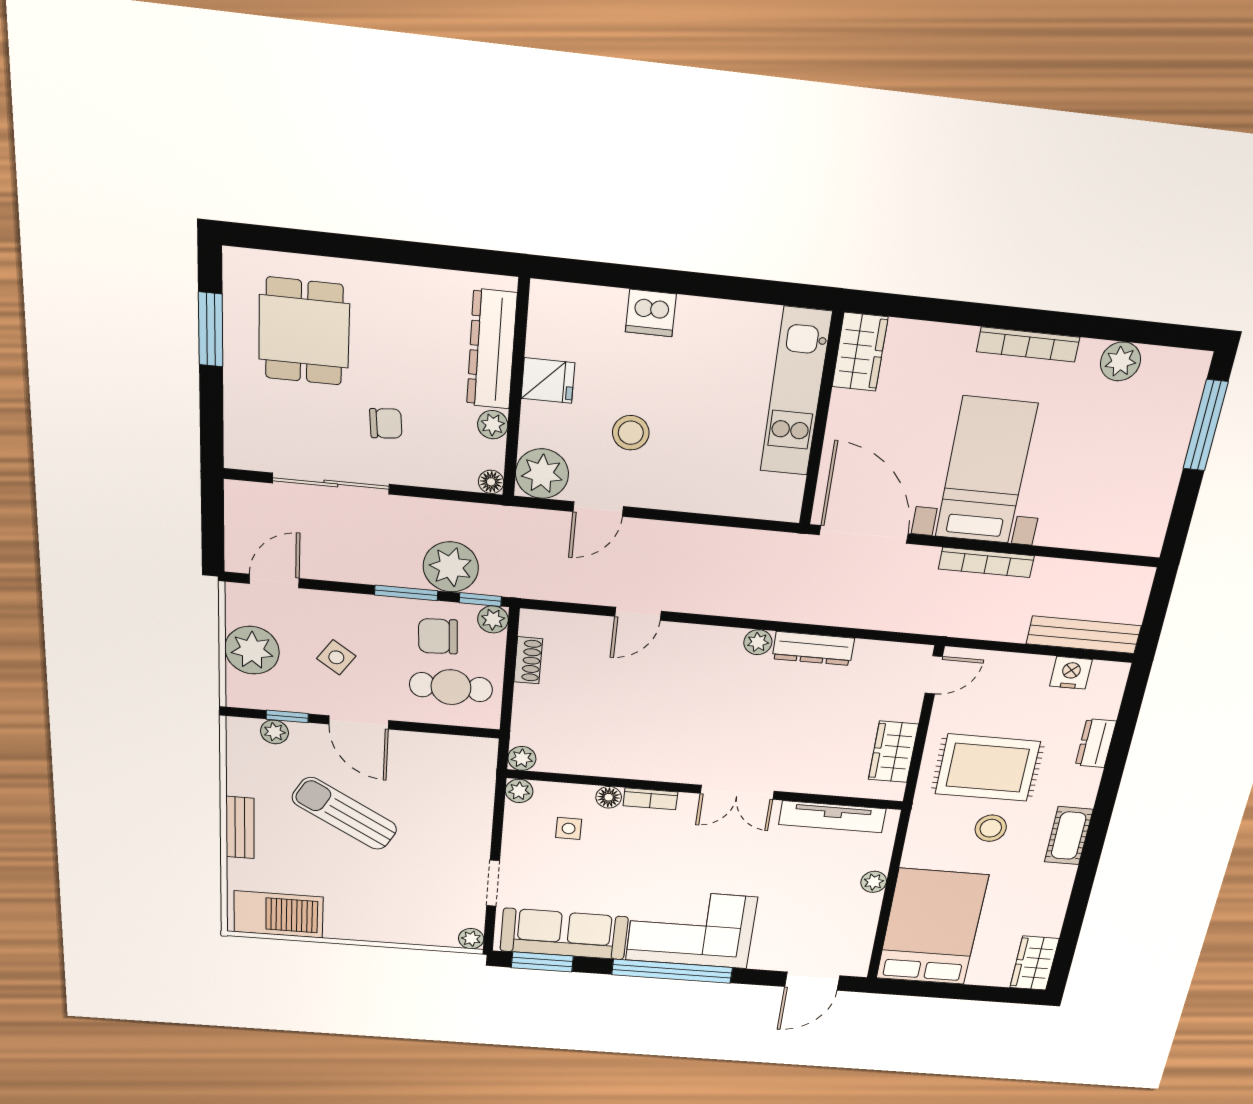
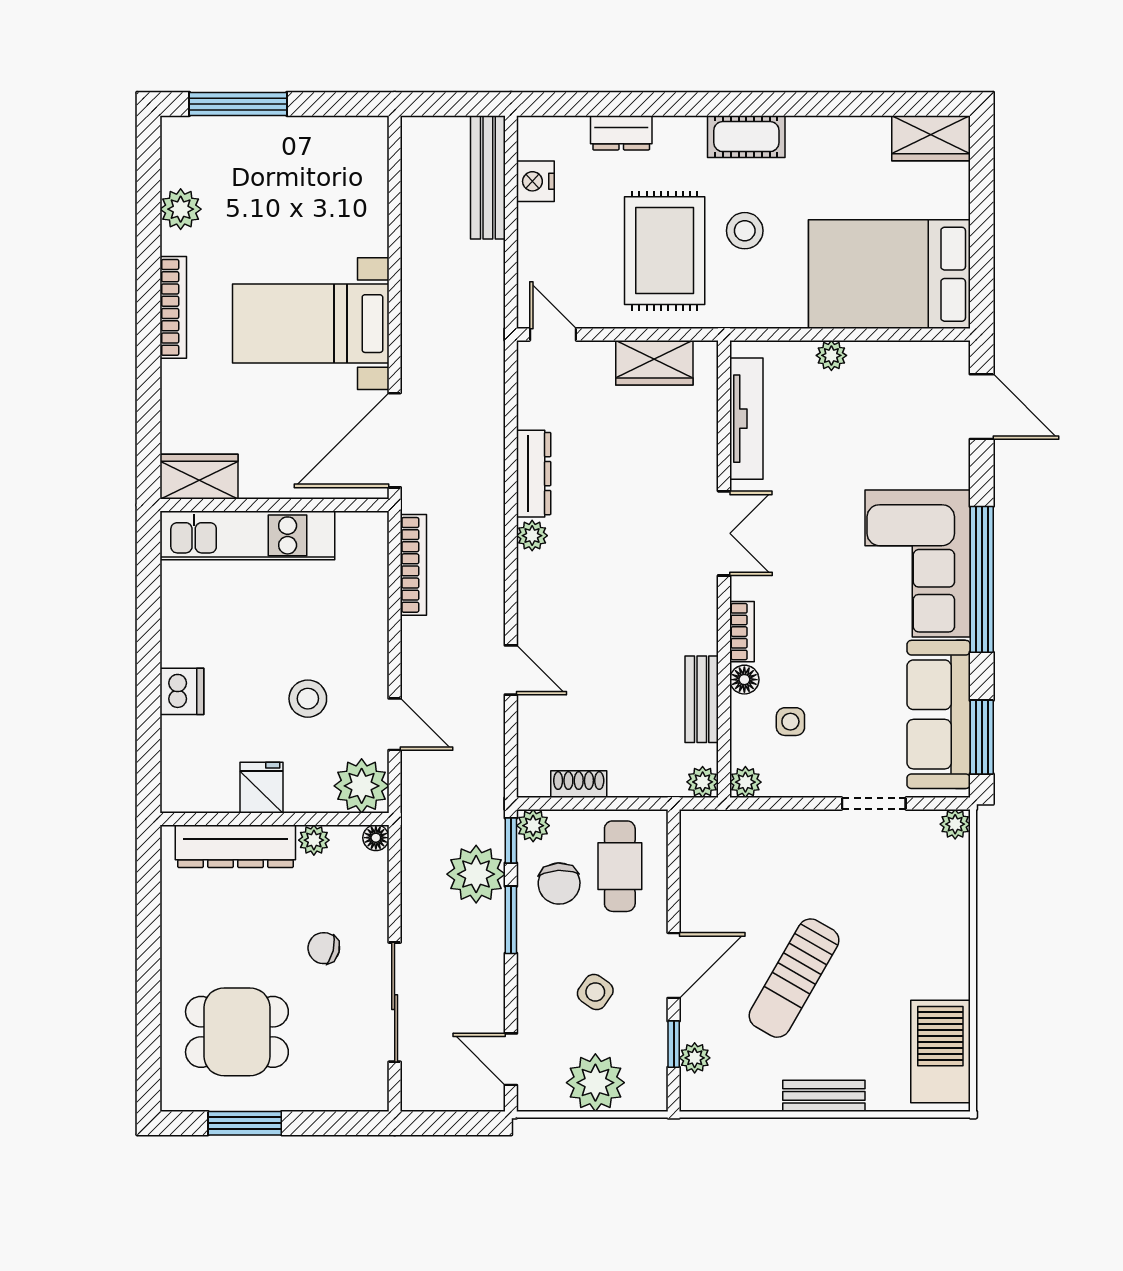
chair: (386, 423) -> (324, 948), turned -71
bookcase: (986, 562) -> (413, 565), moved
bench: (595, 764) -> (702, 699), added

